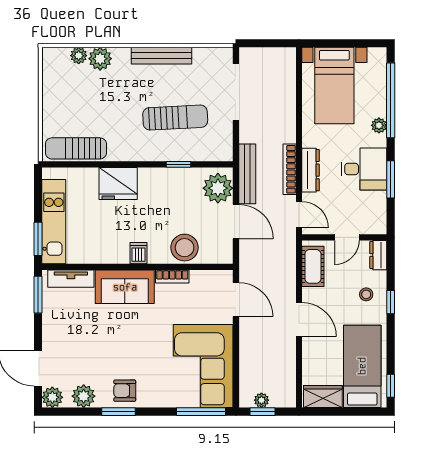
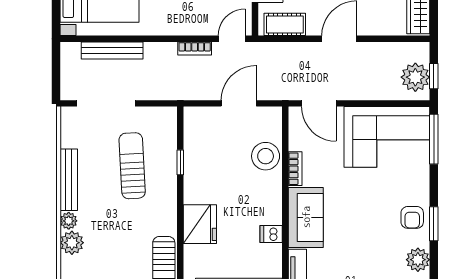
plant: (79, 56) -> (69, 221), moved
bookcase: (290, 169) -> (195, 48), width x0.64
dresser: (311, 170) -> (186, 27), removed
bench: (247, 174) -> (112, 50), moved
plant: (218, 188) -> (205, 122), removed
dishwasher: (138, 253) -> (271, 234), moved
door: (236, 300) -> (319, 103), swing flipped
plant: (261, 400) -> (415, 77), width x1.88, depth x1.88

